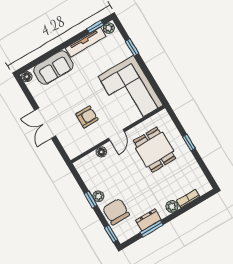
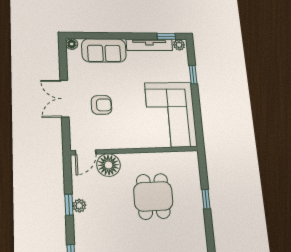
armchair: (87, 117) -> (101, 105), moved
door: (117, 135) -> (86, 152), moved
dining table: (155, 150) -> (153, 196), moved
floor lamp: (101, 152) -> (108, 165), width x1.89, depth x1.89
chair: (116, 212) -> (90, 233), removed

